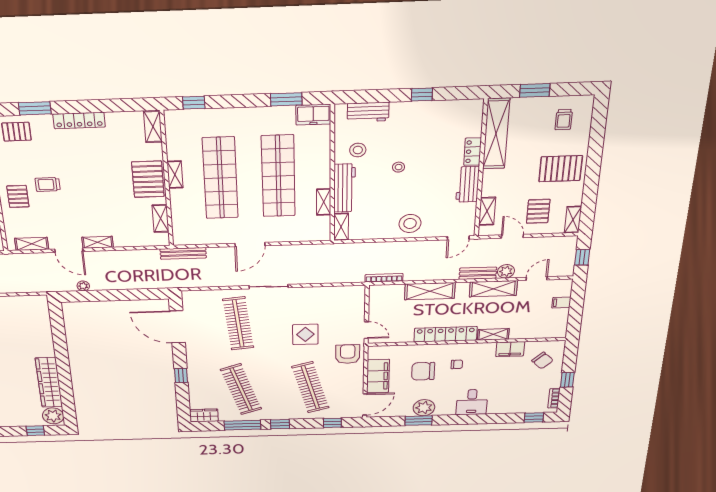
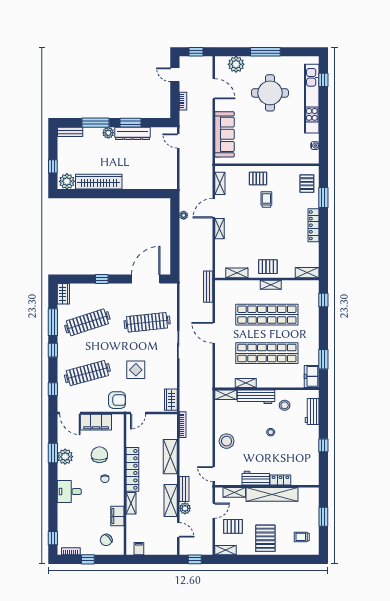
shelving: (496, 134) -> (272, 494), moved
pallet: (148, 179) -> (268, 267), width x0.67, depth x0.71
wardrobe: (348, 293) -> (171, 400), added
filing cabinet: (561, 303) -> (139, 549), moved

